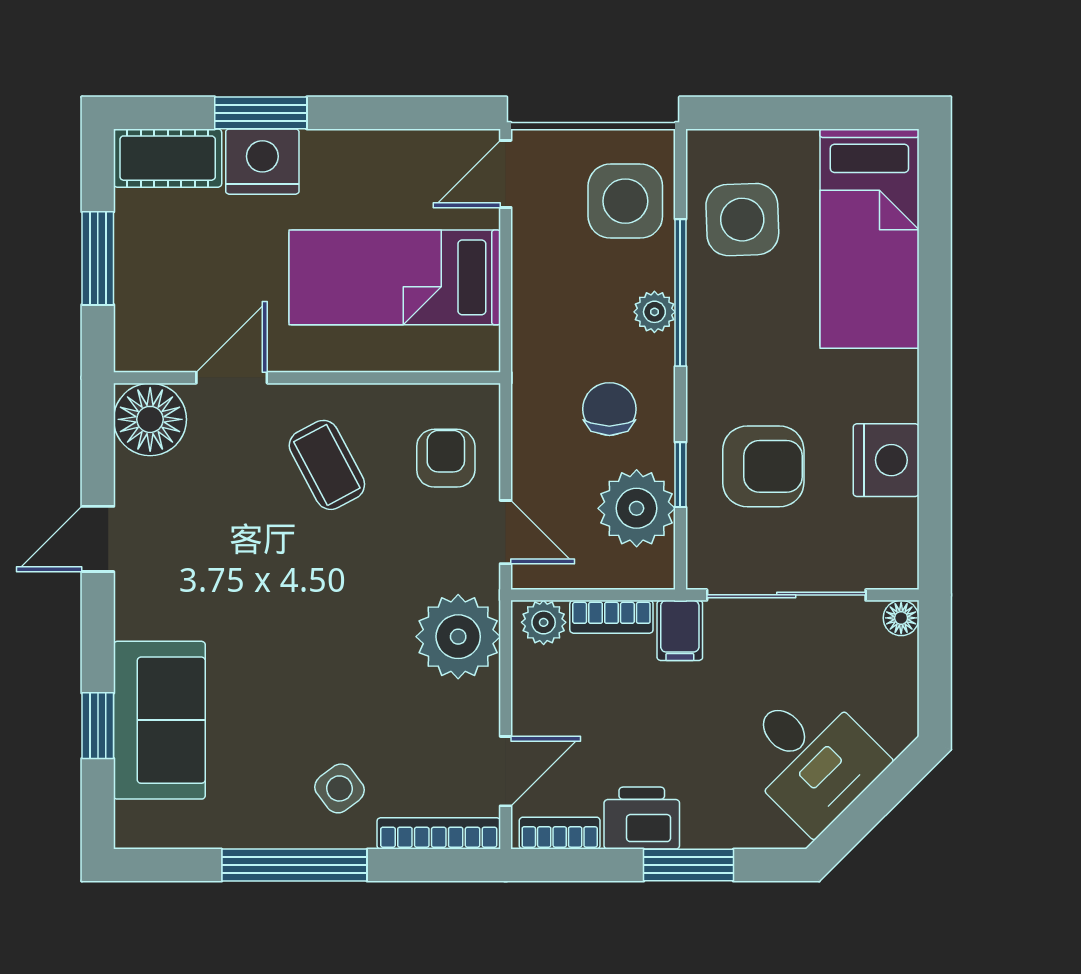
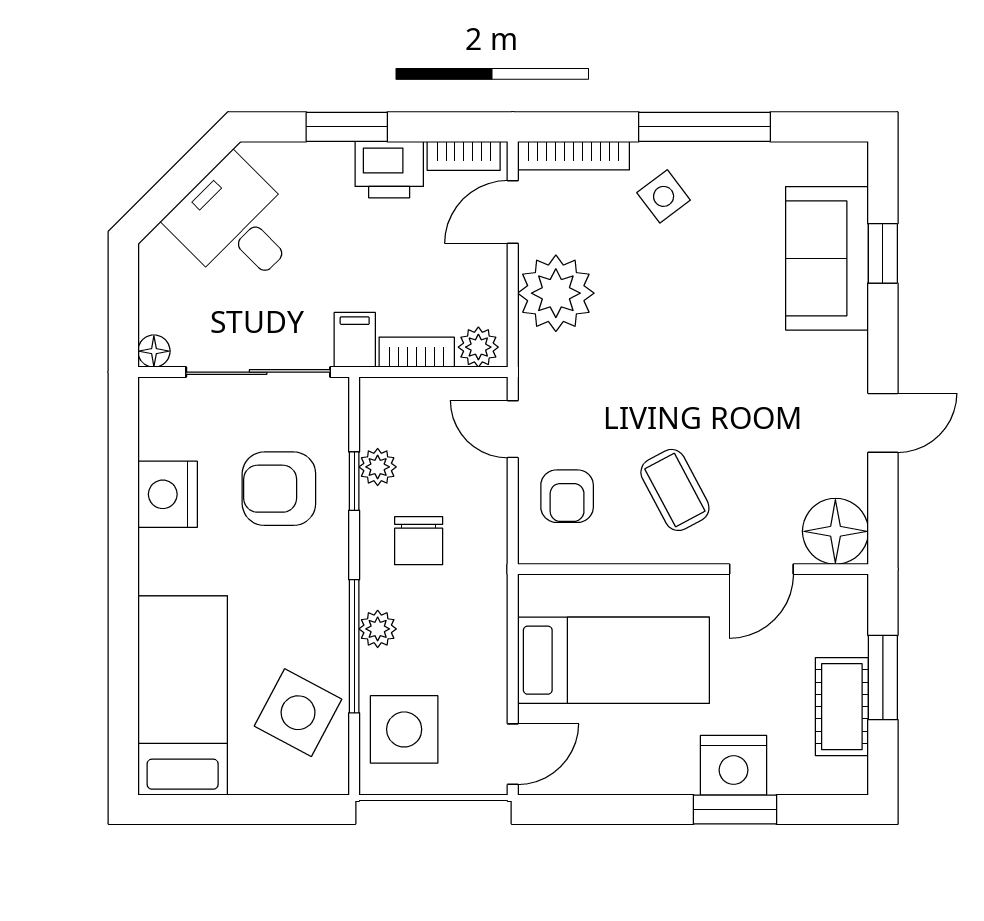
cot: (168, 158) -> (842, 707), moved, turned 90
side table: (742, 220) -> (298, 713), turned 30
plant: (637, 508) -> (378, 467), width x0.53, depth x0.53
plant: (458, 637) -> (556, 293), moved

